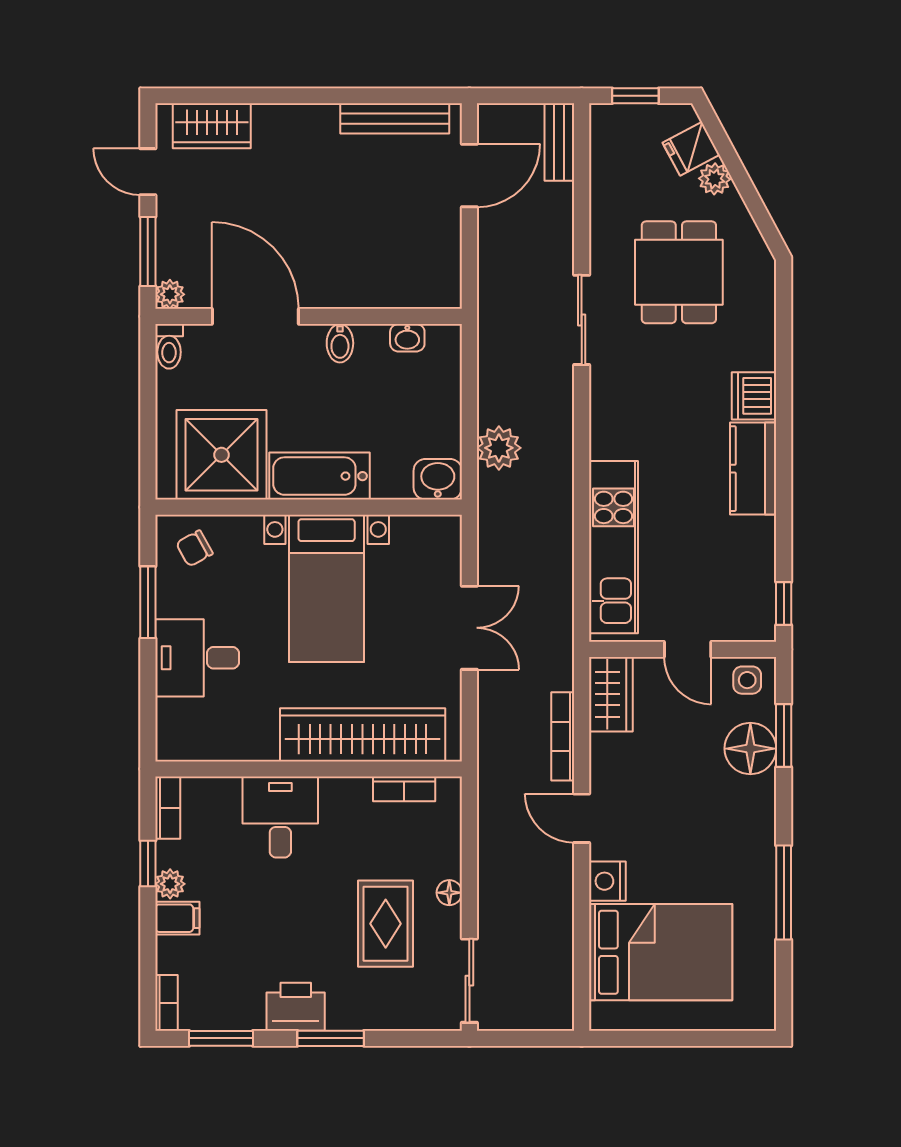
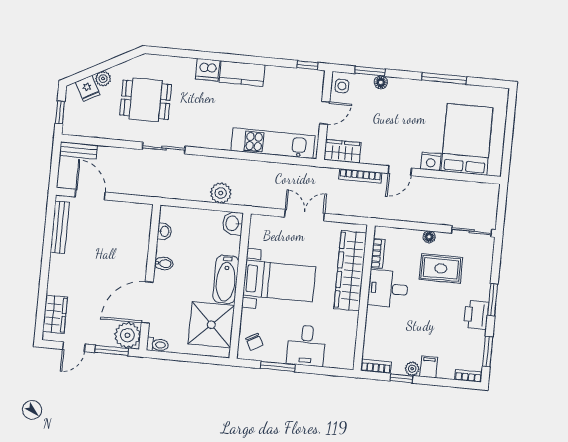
plant: (170, 294) -> (127, 335), width x1.88, depth x1.88
floor lamp: (750, 749) -> (381, 82), width x0.53, depth x0.53
desk: (280, 817) -> (388, 289), moved

